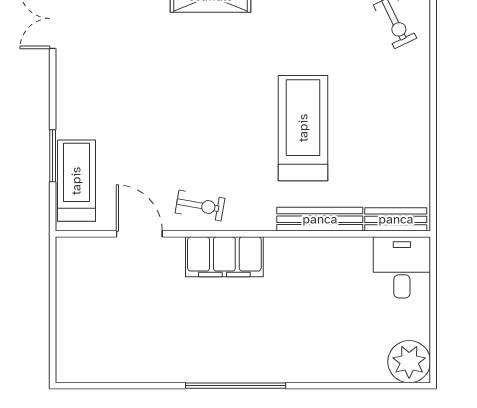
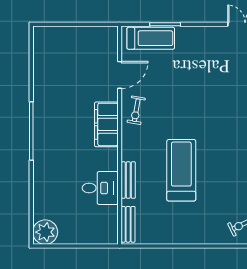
treadmill: (303, 128) -> (181, 170), turned -90
bench: (320, 219) -> (128, 180), width x0.73
desk: (402, 267) -> (100, 188), moved

